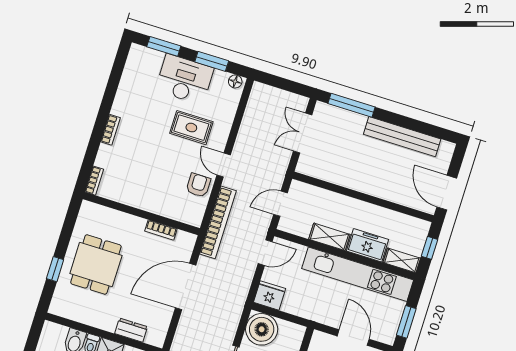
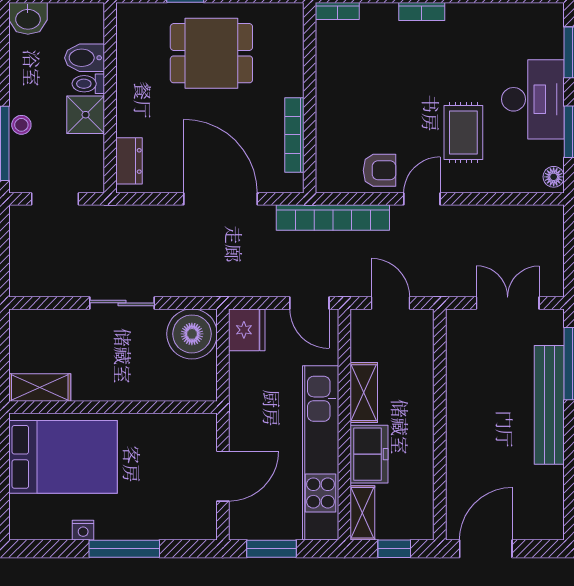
bench: (402, 137) -> (549, 405), moved
bookcase: (161, 230) -> (294, 135), width x1.56
dresser: (131, 330) -> (129, 161), moved

